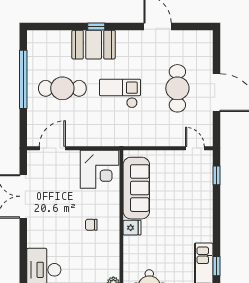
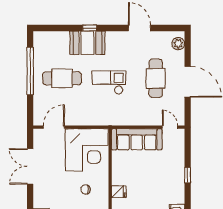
plant: (205, 46) -> (178, 44), added
corner desk: (100, 169) -> (87, 150), width x1.36, depth x1.36
window: (217, 175) -> (188, 175), moved
sofa: (136, 188) -> (137, 139), moved, turned 90

